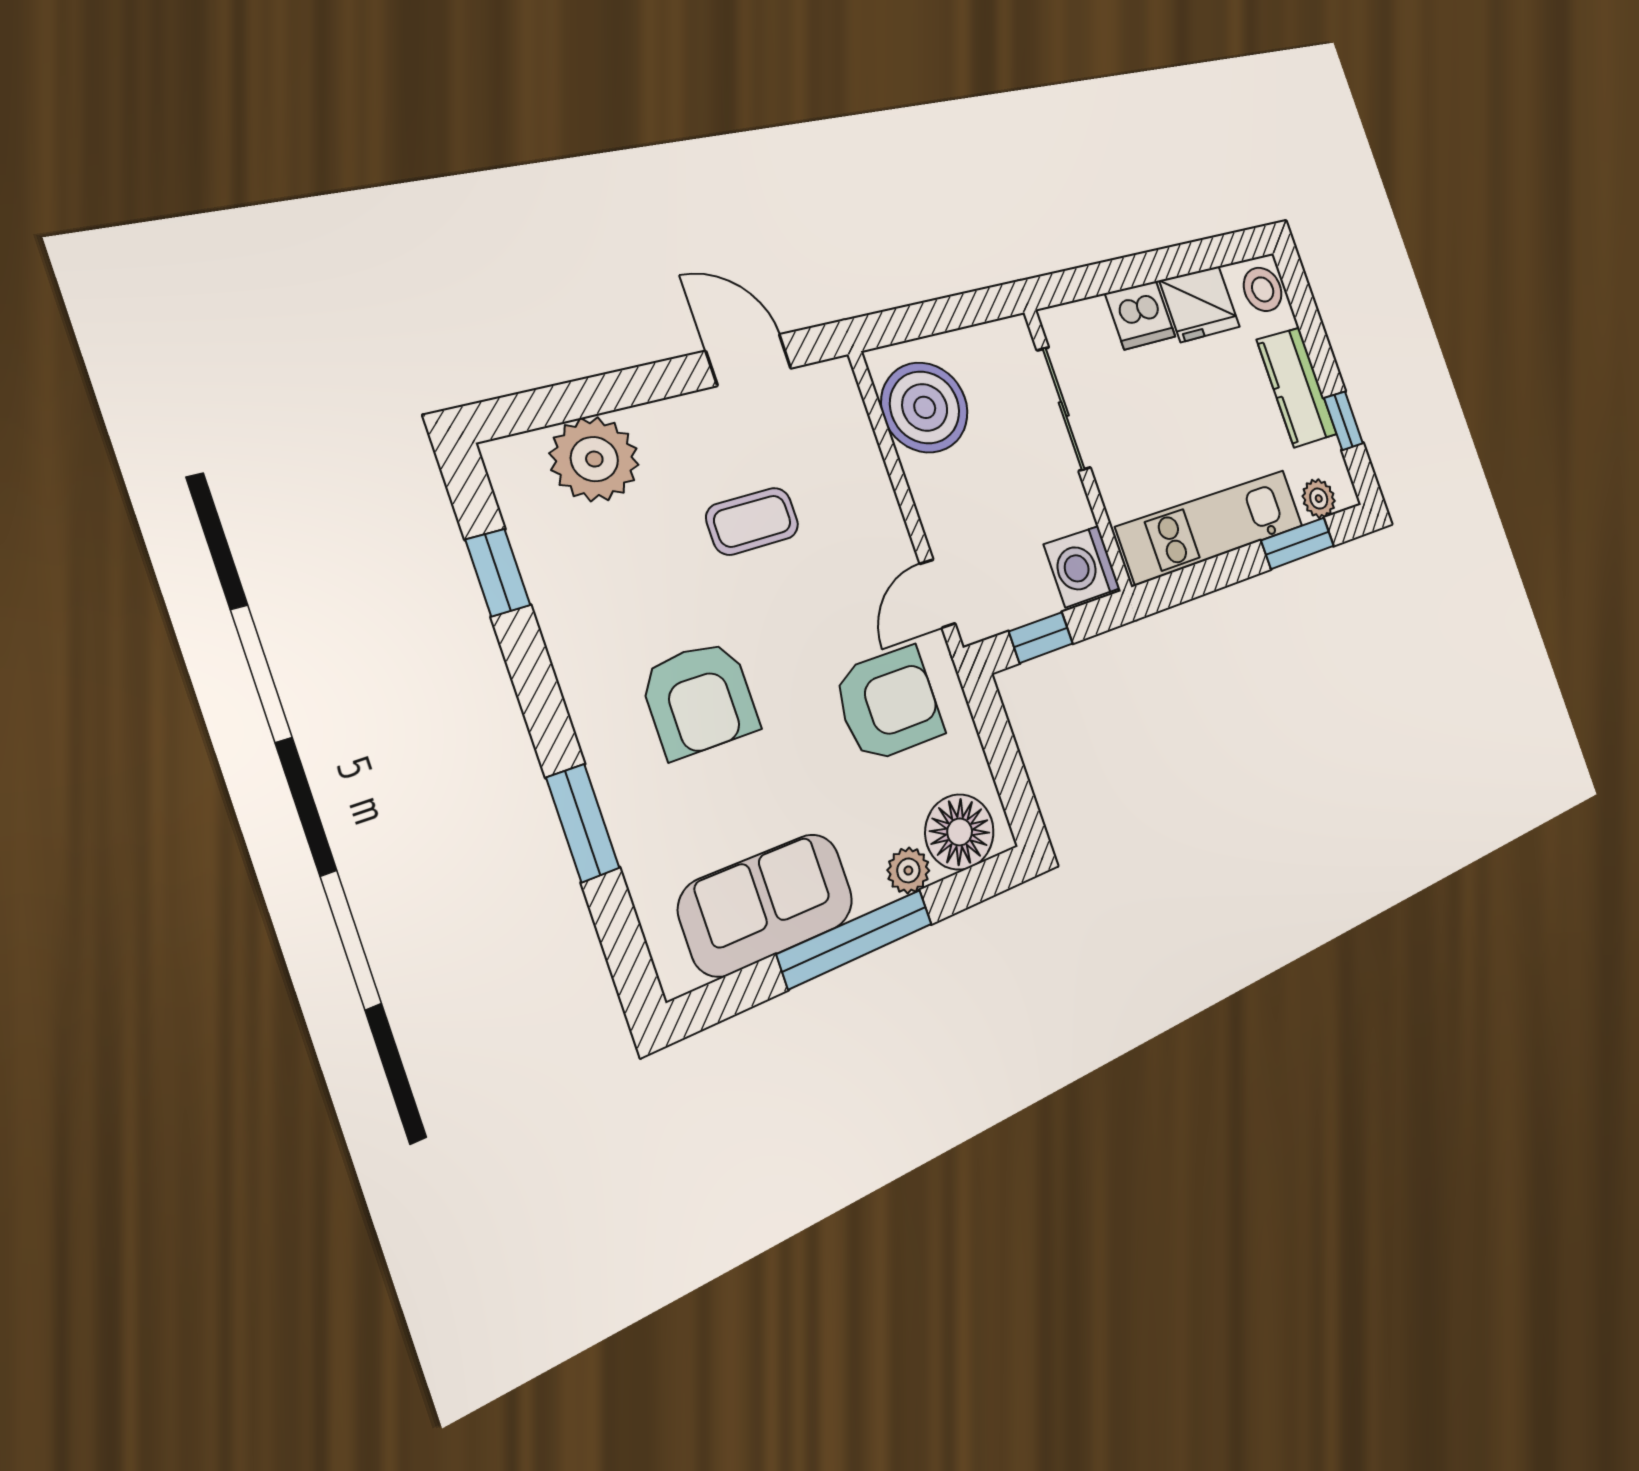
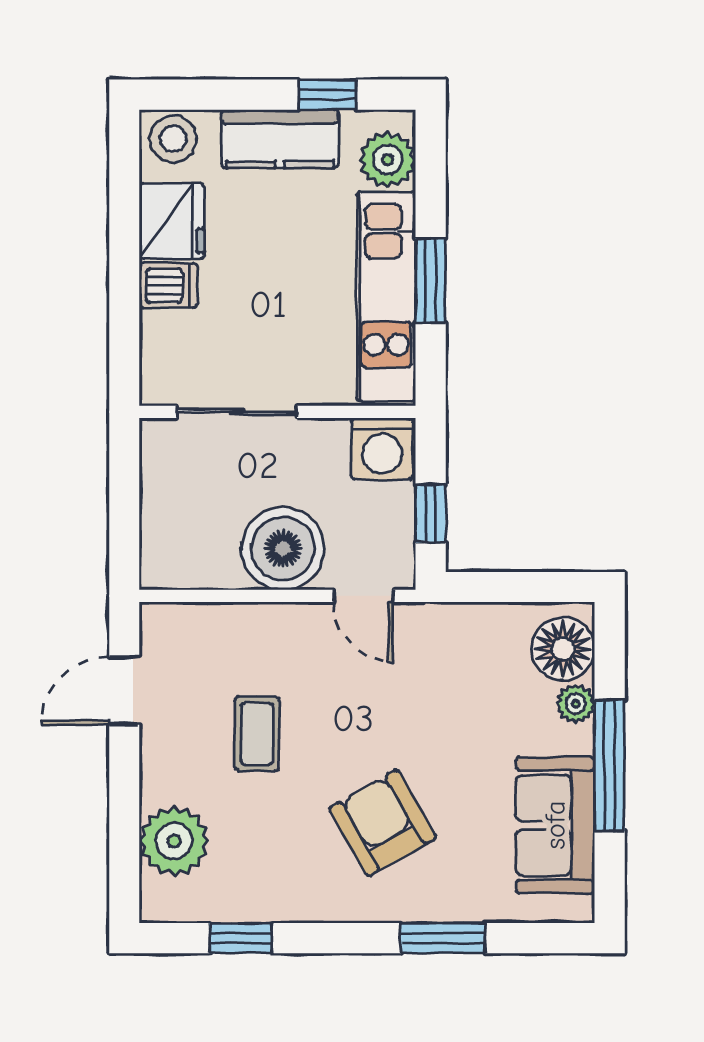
dishwasher: (1140, 315) -> (168, 286), width x0.73
boiler: (925, 407) -> (283, 549), moved
plant: (1319, 499) -> (388, 160), width x1.38, depth x1.38
window: (1298, 543) -> (431, 281), moved
armchair: (700, 699) -> (382, 823), turned -120
armchair: (889, 704) -> (439, 672), removed

